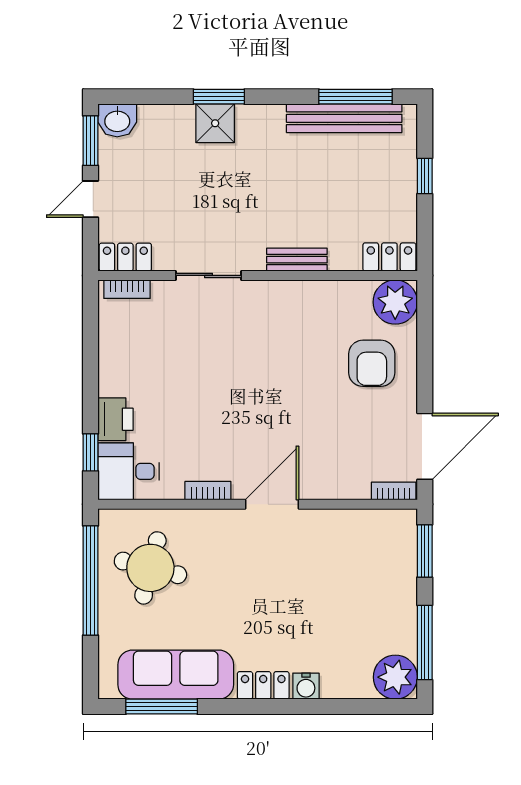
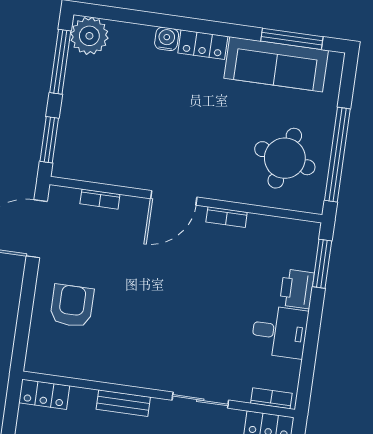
plant: (395, 302) -> (45, 355), removed
window: (90, 452) -> (322, 264), width x1.50
desk: (128, 471) -> (280, 332), moved
bookcase: (394, 491) -> (100, 199), moved

